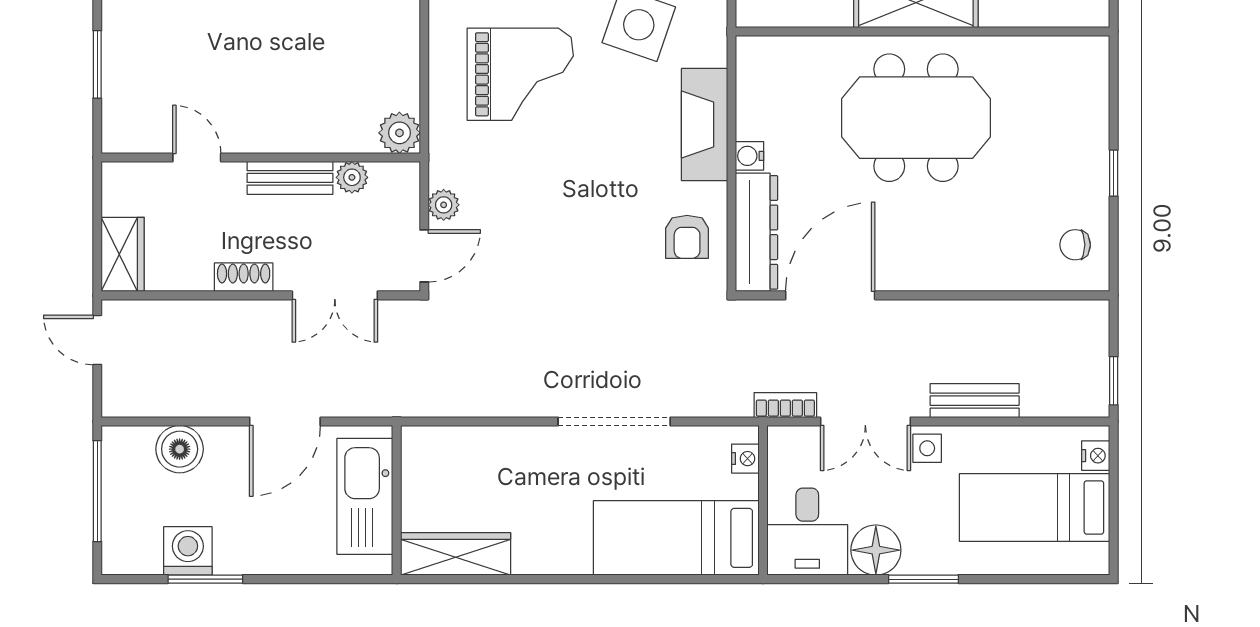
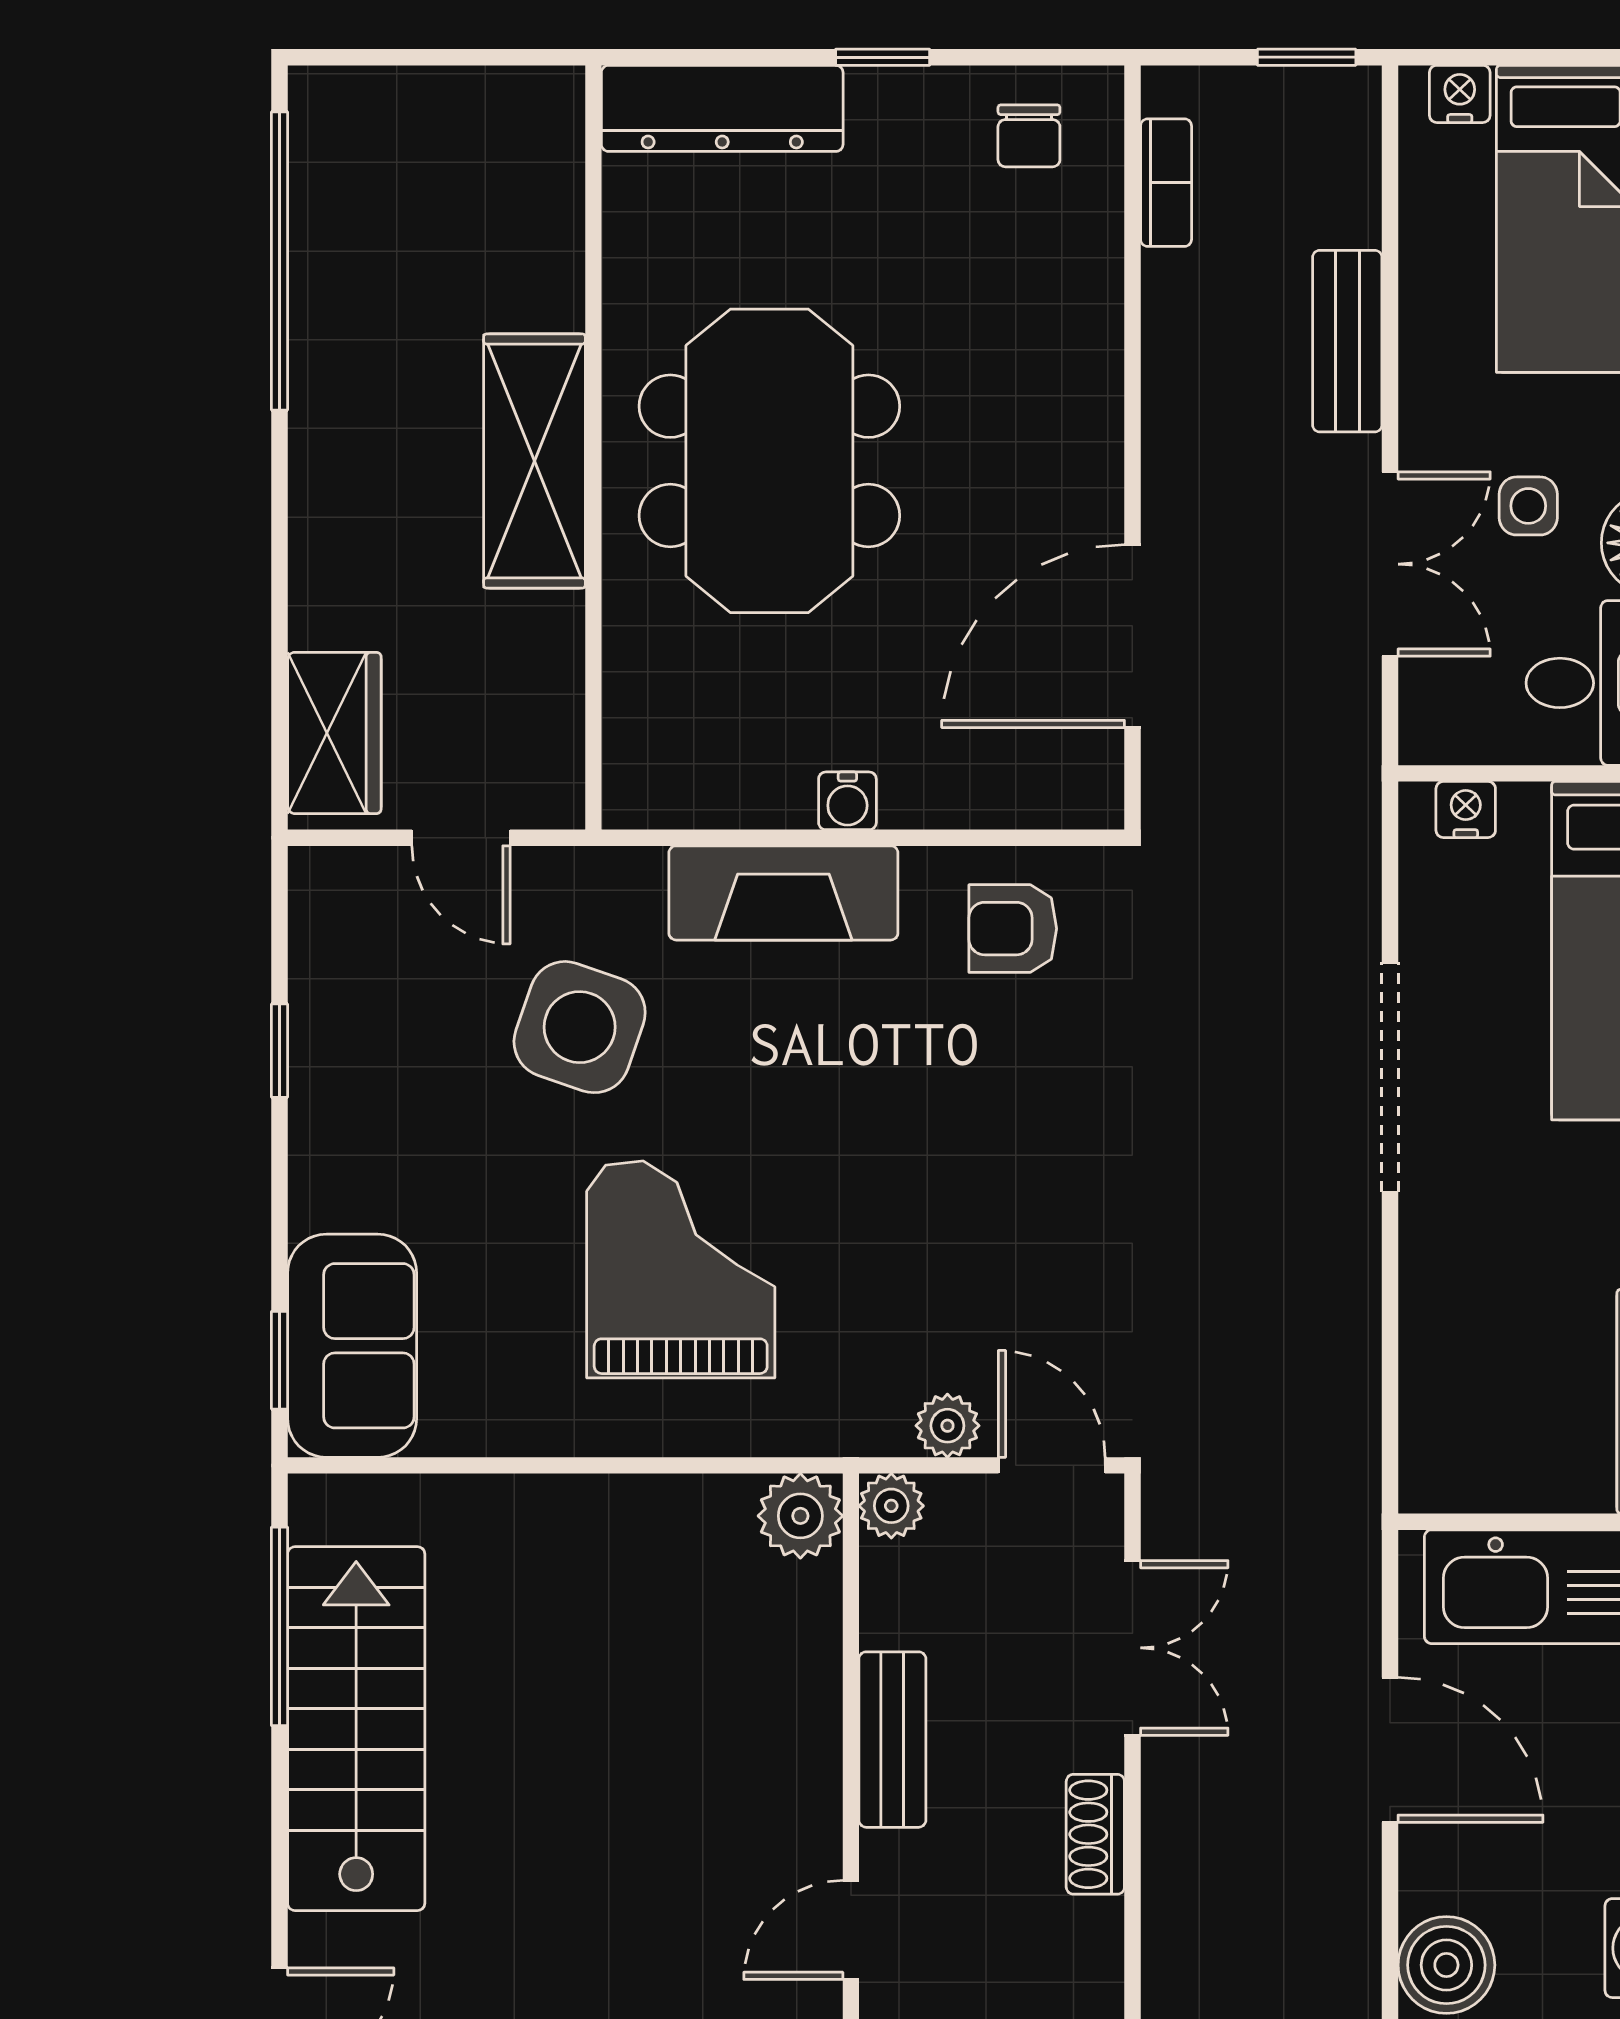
plant: (352, 177) -> (891, 1506), moved
dresser: (757, 232) -> (722, 108), moved, turned 180
armchair: (687, 237) -> (1013, 929), turned 180
door: (830, 295) -> (1132, 636), hinge flipped
bookcase: (785, 405) -> (1166, 183), moved, turned 180
side table: (927, 448) -> (1528, 506), moved

